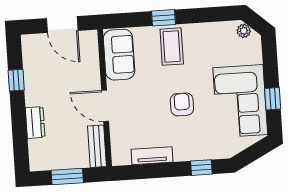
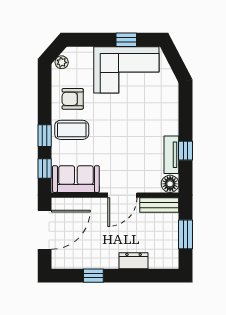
window: (128, 20) -> (45, 168), added
door: (62, 24) -> (45, 230), width x1.36
armchair: (182, 104) -> (73, 99), moved
floor lamp: (121, 156) -> (170, 184), added
window: (201, 168) -> (185, 151), moved

